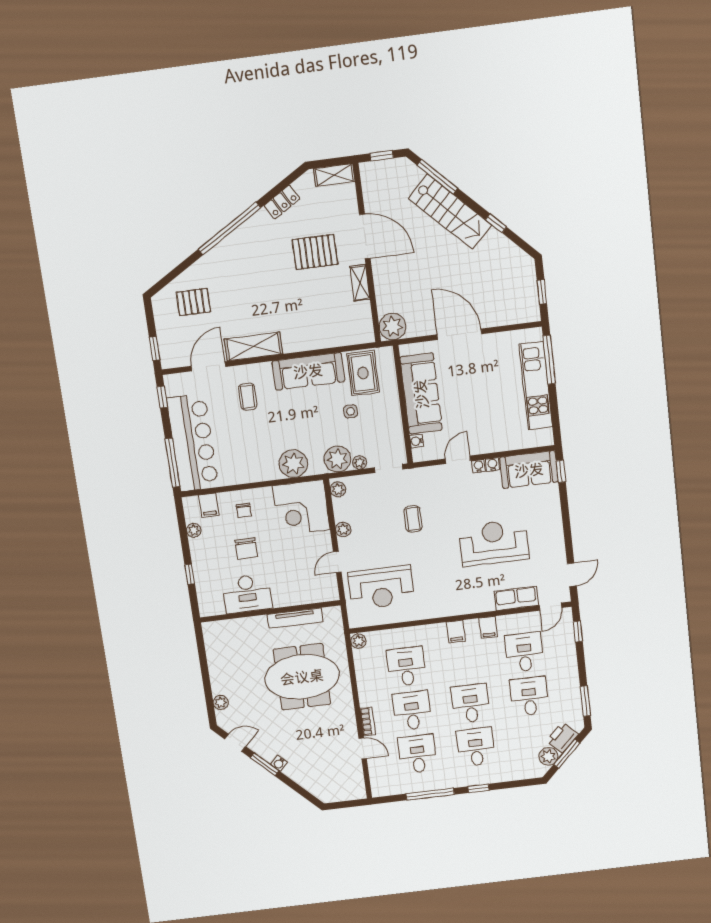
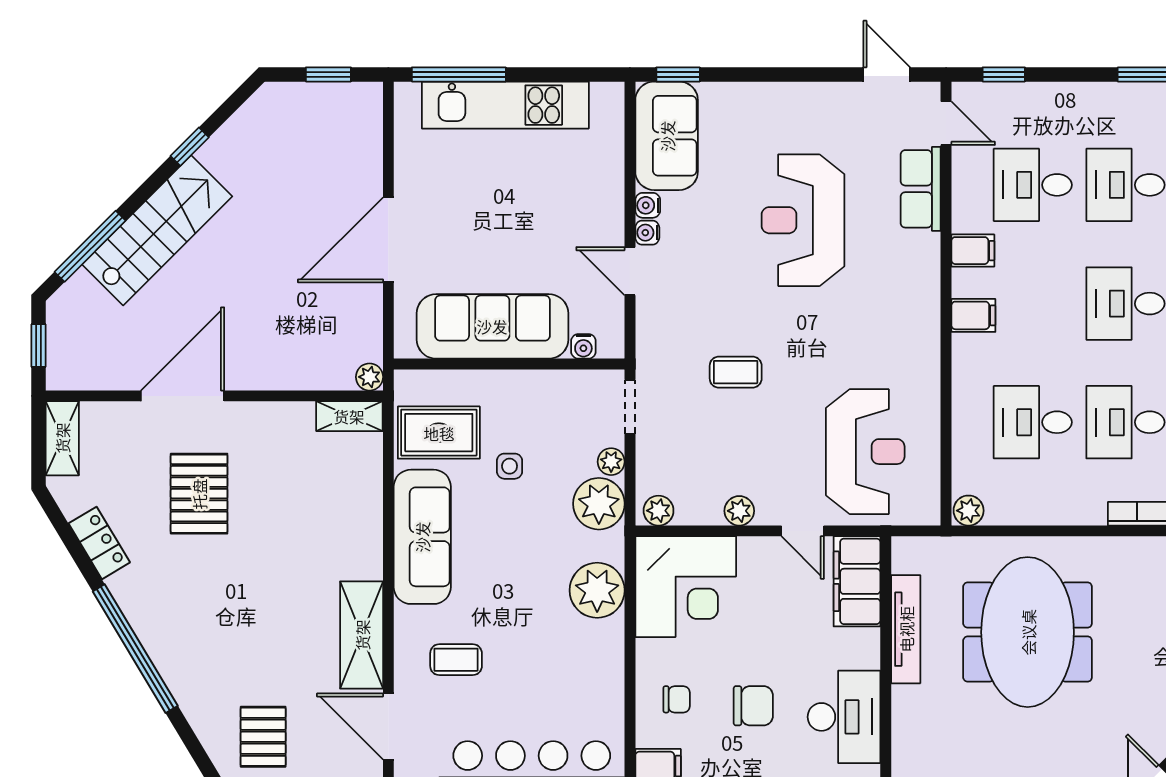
shelving: (360, 283) -> (349, 416), moved
plant: (393, 327) -> (369, 377), width x0.53, depth x0.53
filing cabinet: (316, 592) -> (857, 581), added

